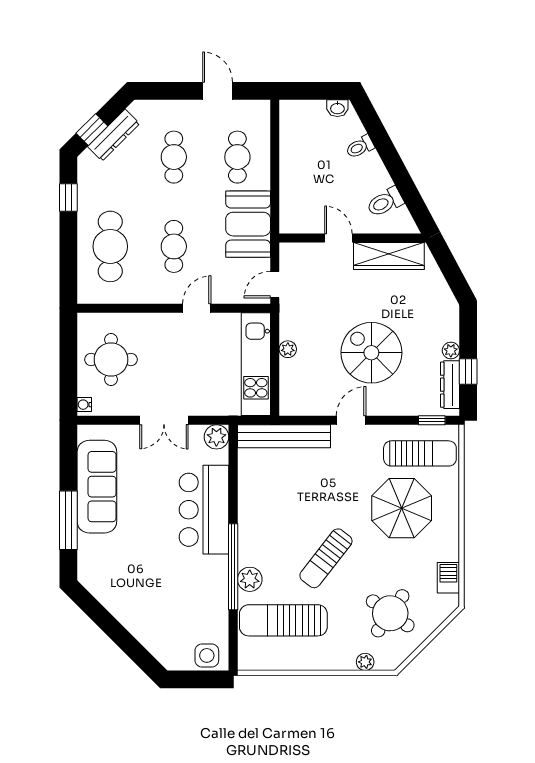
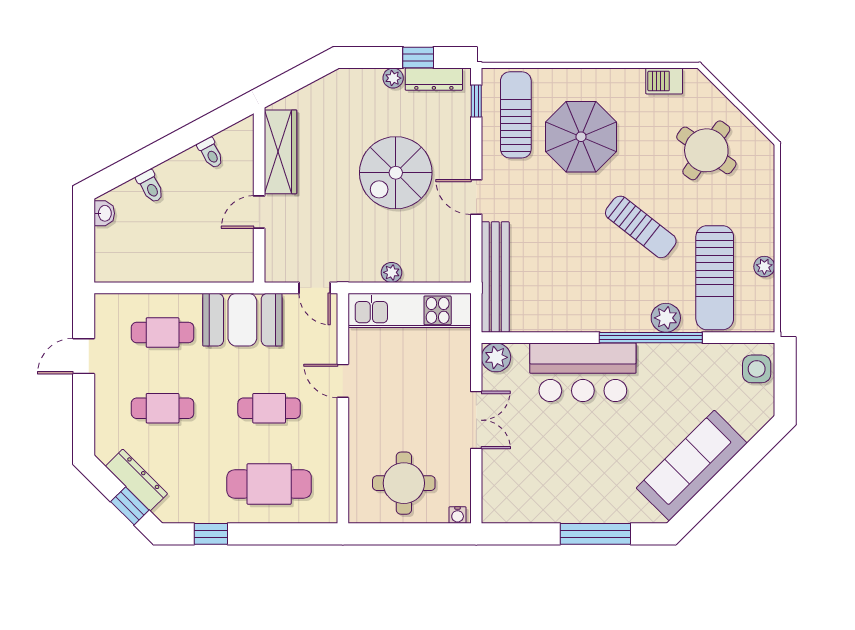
toilet: (385, 202) -> (211, 153), width x0.73, depth x0.72
sofa: (97, 487) -> (692, 466), moved, turned -45
plant: (365, 662) -> (764, 267), moved

